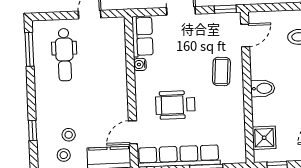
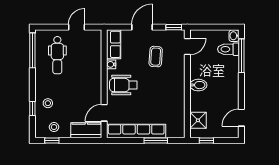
window: (29, 49) -> (32, 50), width x1.44
coffee table: (221, 72) -> (156, 57), moved
wheelchair: (175, 105) -> (123, 85), moved
stool: (69, 135) -> (48, 103), moved

